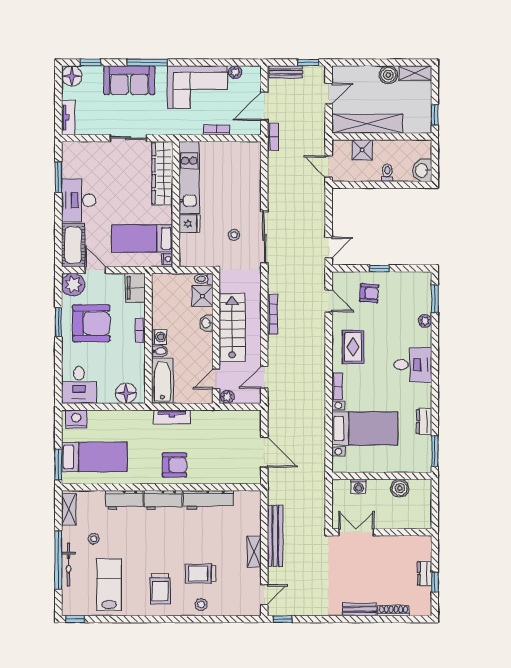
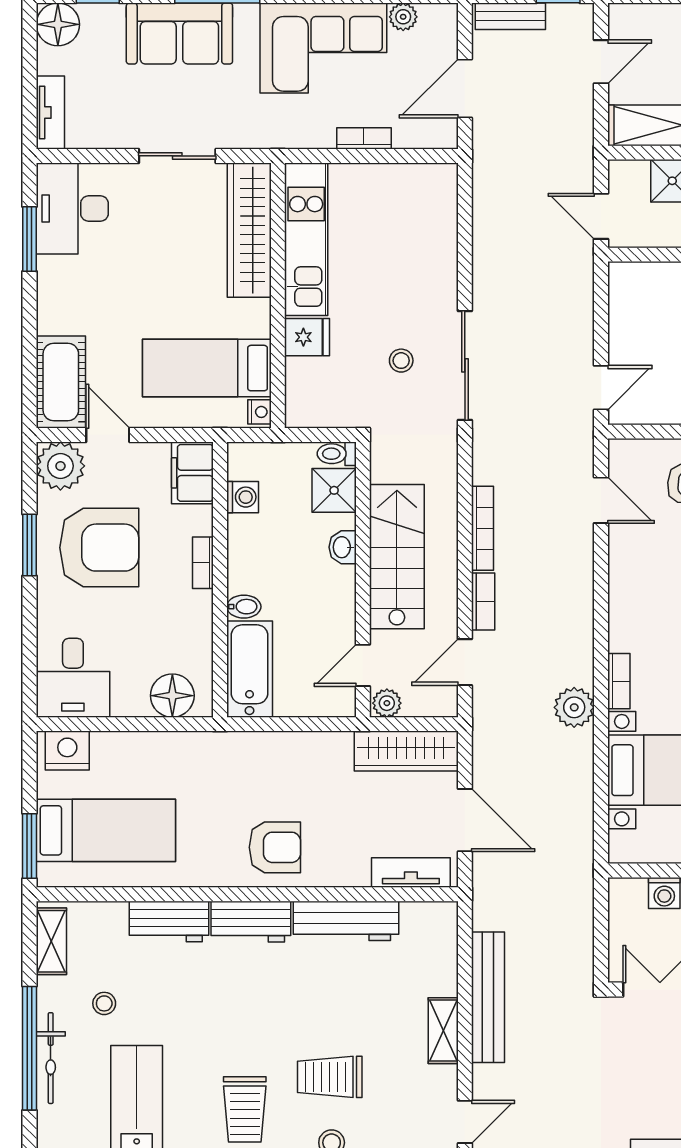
bookcase: (273, 137) -> (483, 602), moved
desk: (79, 200) -> (72, 209), moved
washing machine: (159, 337) -> (243, 497), moved
rug: (353, 347) -> (653, 598), removed
plant: (316, 399) -> (574, 707), added
tv unit: (172, 417) -> (411, 872), moved, turned 180
wardrobe: (236, 419) -> (406, 751), added

